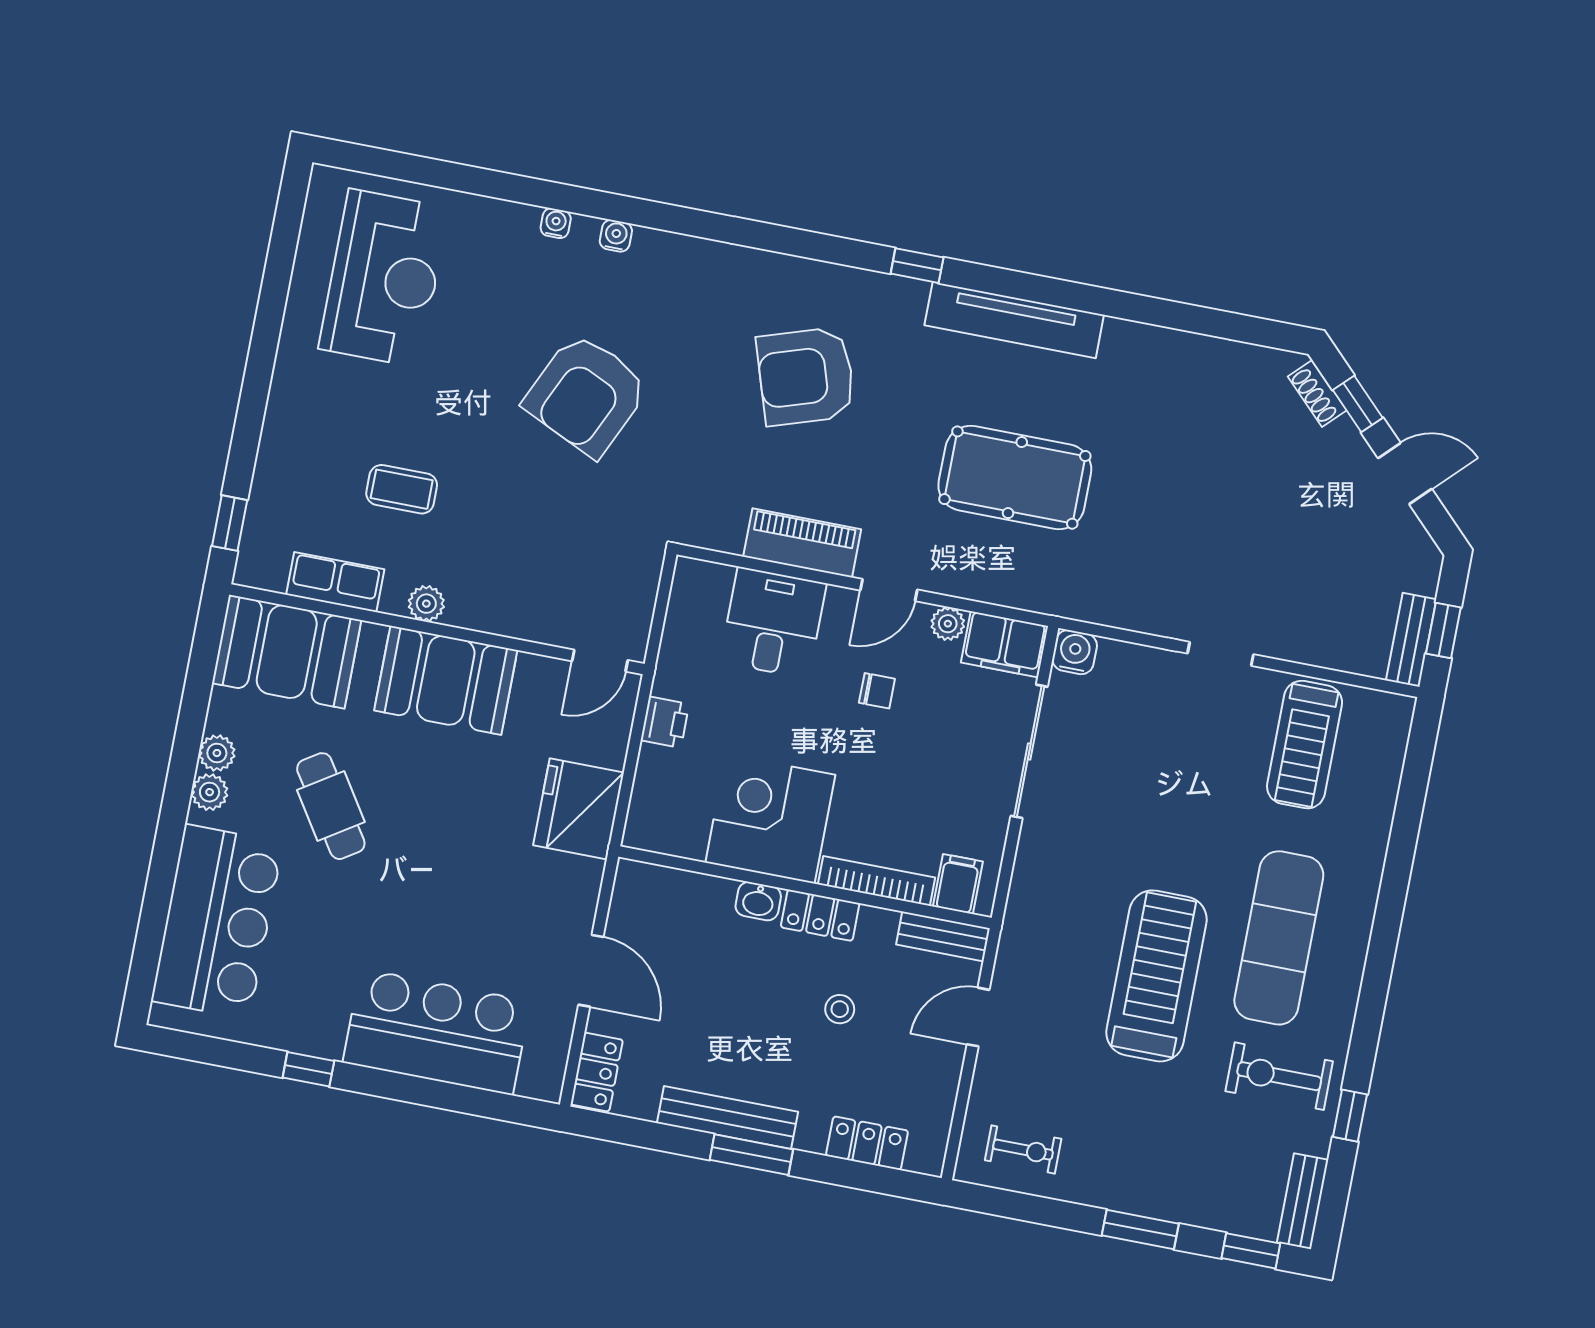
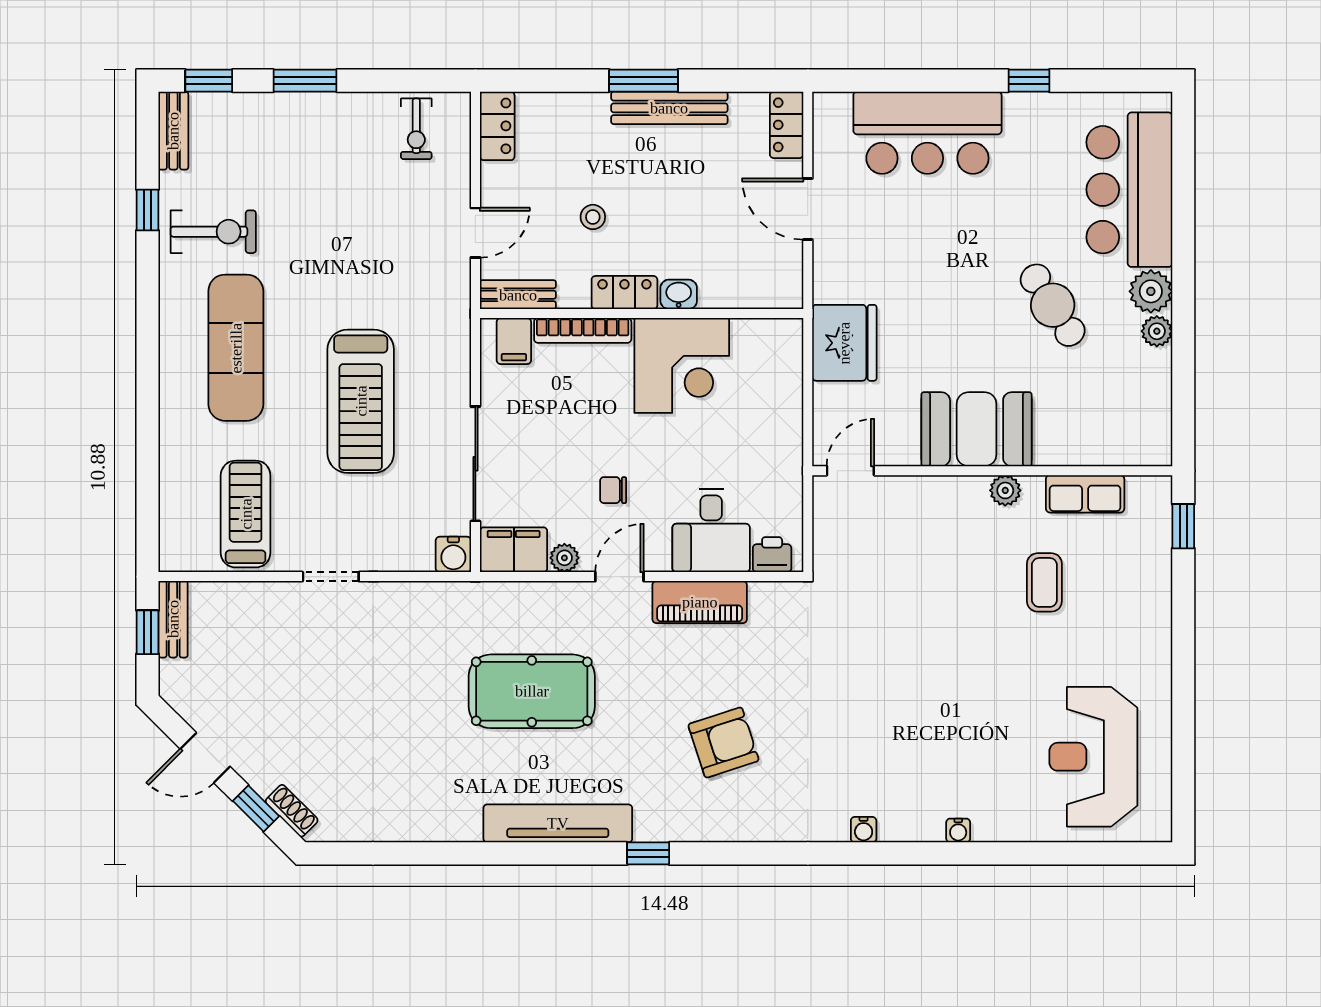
water cooler: (616, 236) -> (864, 830), moved
armchair: (806, 376) -> (724, 742), width x0.73, depth x0.73
armchair: (586, 395) -> (905, 692), removed
coffee table: (402, 489) -> (1044, 582), turned 90
booth: (287, 652) -> (1115, 428), removed
printer: (665, 722) -> (772, 555), moved, turned 90
plant: (210, 792) -> (1151, 291), width x1.38, depth x1.38
treadmill: (1156, 976) -> (361, 401), moved
locker: (867, 1143) -> (497, 126), moved, turned -90
exercise bike: (1023, 1150) -> (416, 129), turned -90

